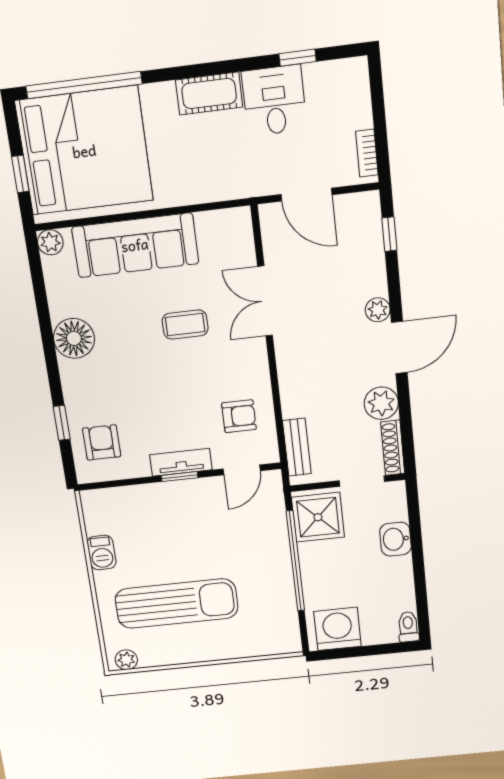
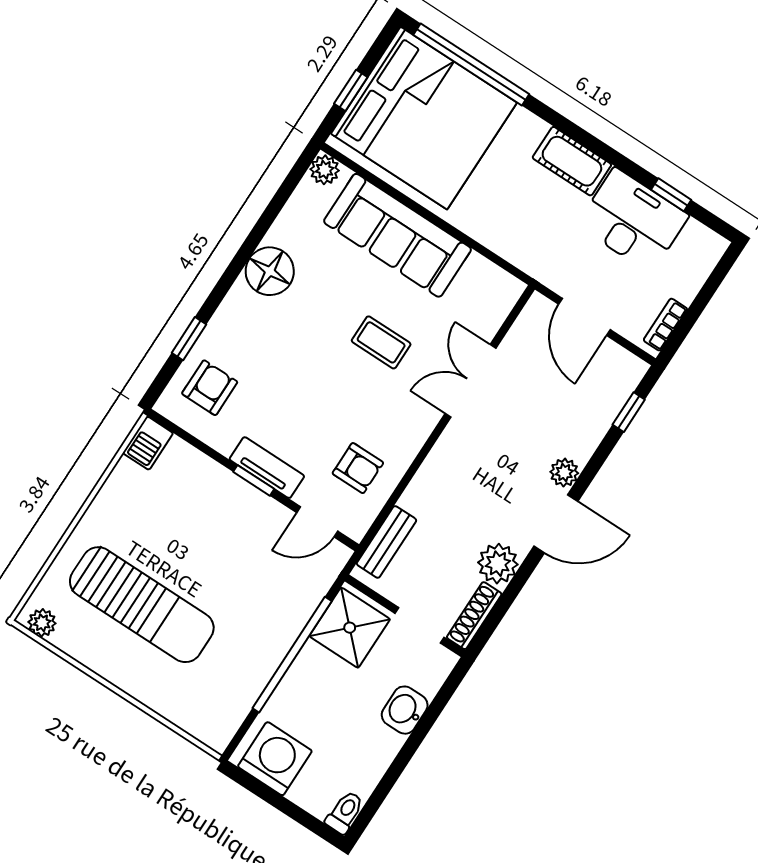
desk: (274, 101) -> (633, 220), width x1.37
barbecue: (102, 553) -> (148, 443), moved

